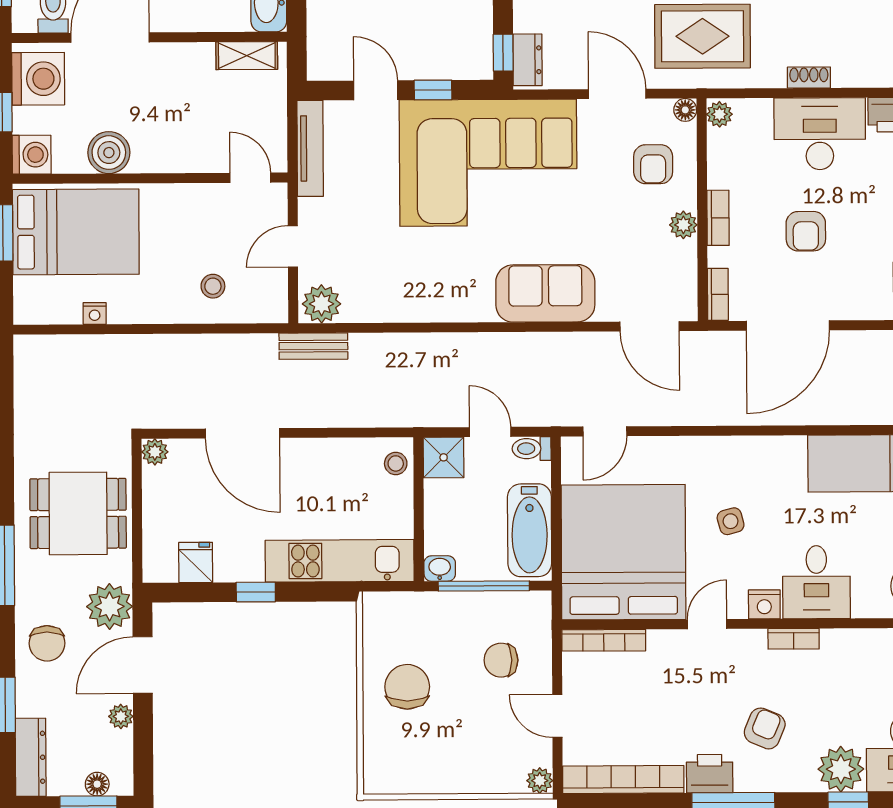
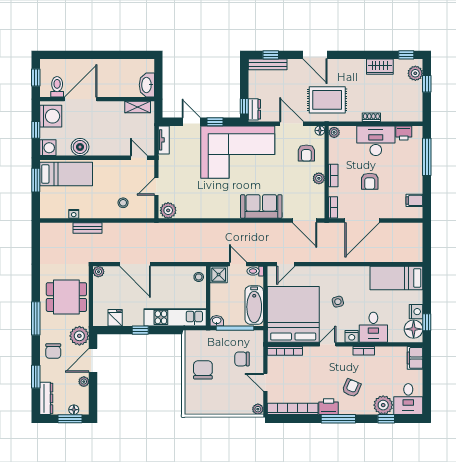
tv unit: (310, 148) -> (164, 140), width x0.71
bed: (76, 232) -> (66, 174), width x0.67
bench: (313, 346) -> (88, 228), moved

